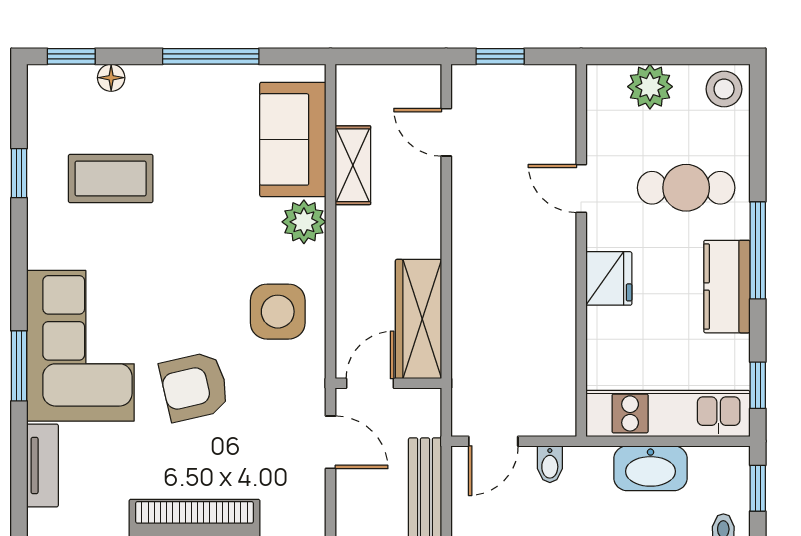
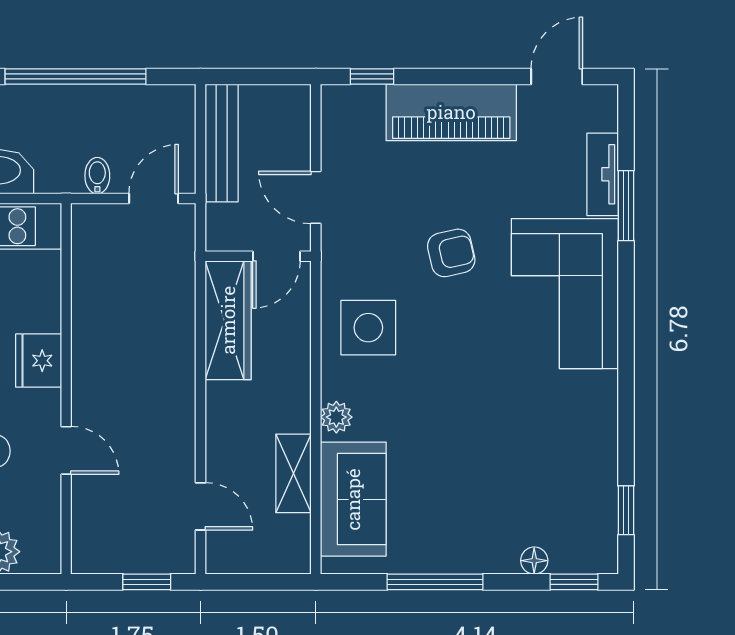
window: (19, 173) -> (626, 510), moved
coffee table: (111, 178) -> (535, 460), removed
plant: (304, 222) -> (336, 417), width x0.73, depth x0.73
window: (19, 366) -> (626, 206), moved
armchair: (194, 387) -> (451, 253), width x0.72, depth x0.72

